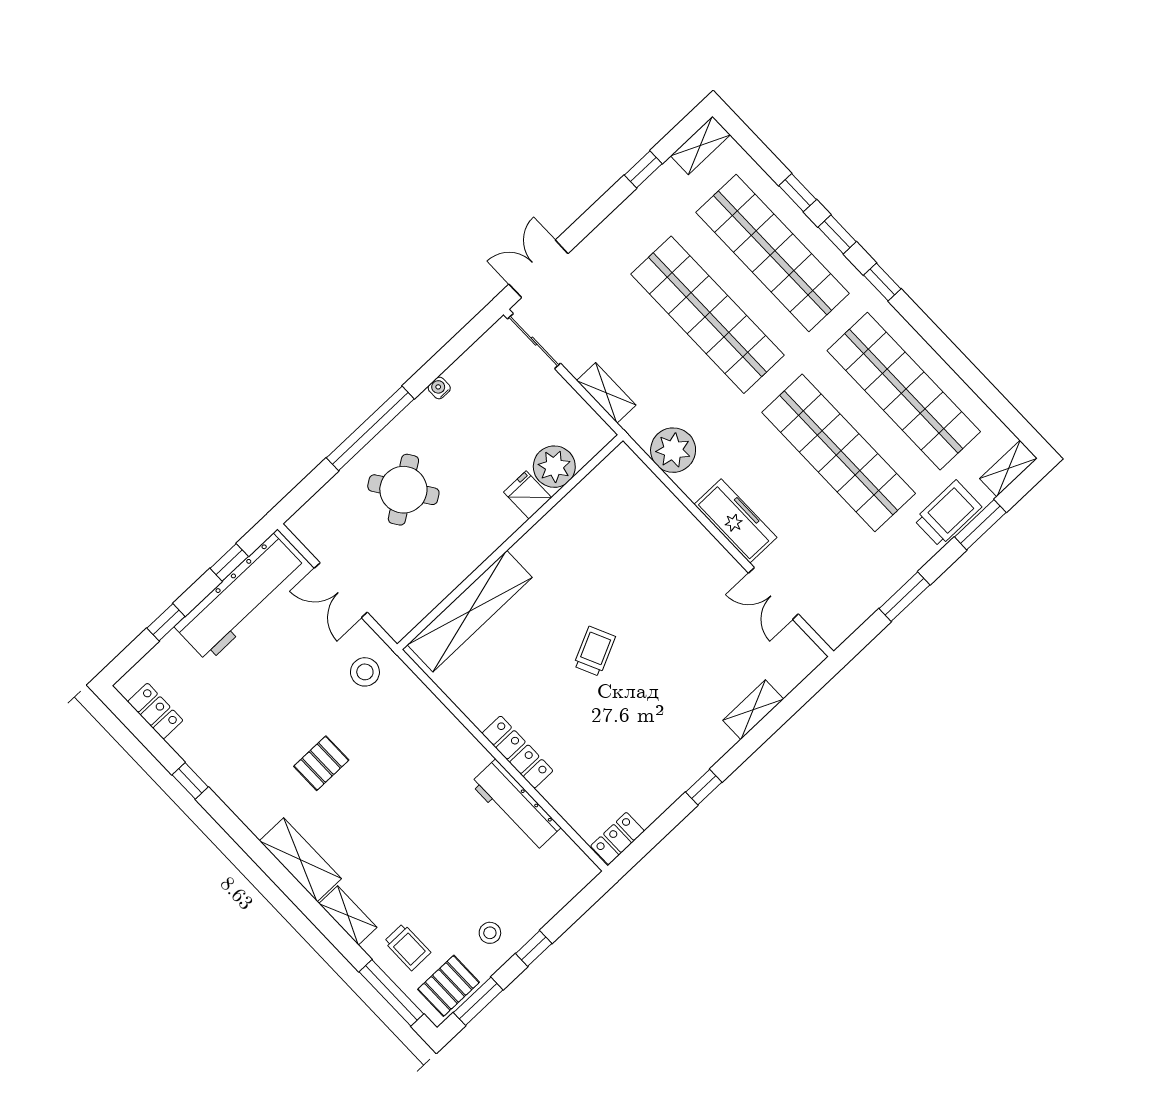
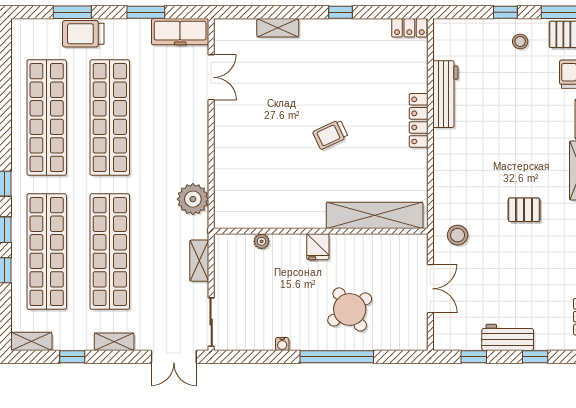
plant: (554, 467) -> (262, 241), width x0.53, depth x0.53
shelving: (1008, 468) -> (114, 342), moved
fridge: (528, 495) -> (318, 247), moved
freezer: (735, 521) -> (180, 32), moved, turned -90
workbench: (241, 598) -> (508, 337), width x0.53, depth x0.76

